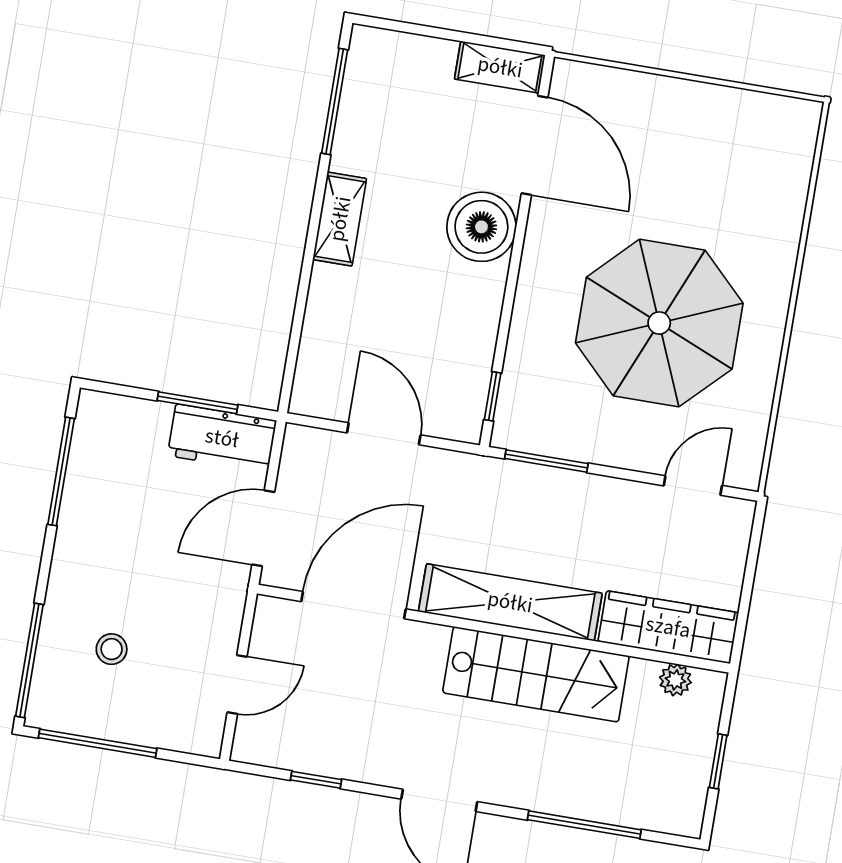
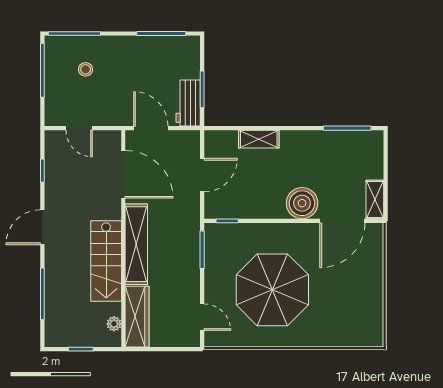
shelving: (340, 219) -> (259, 139), moved

